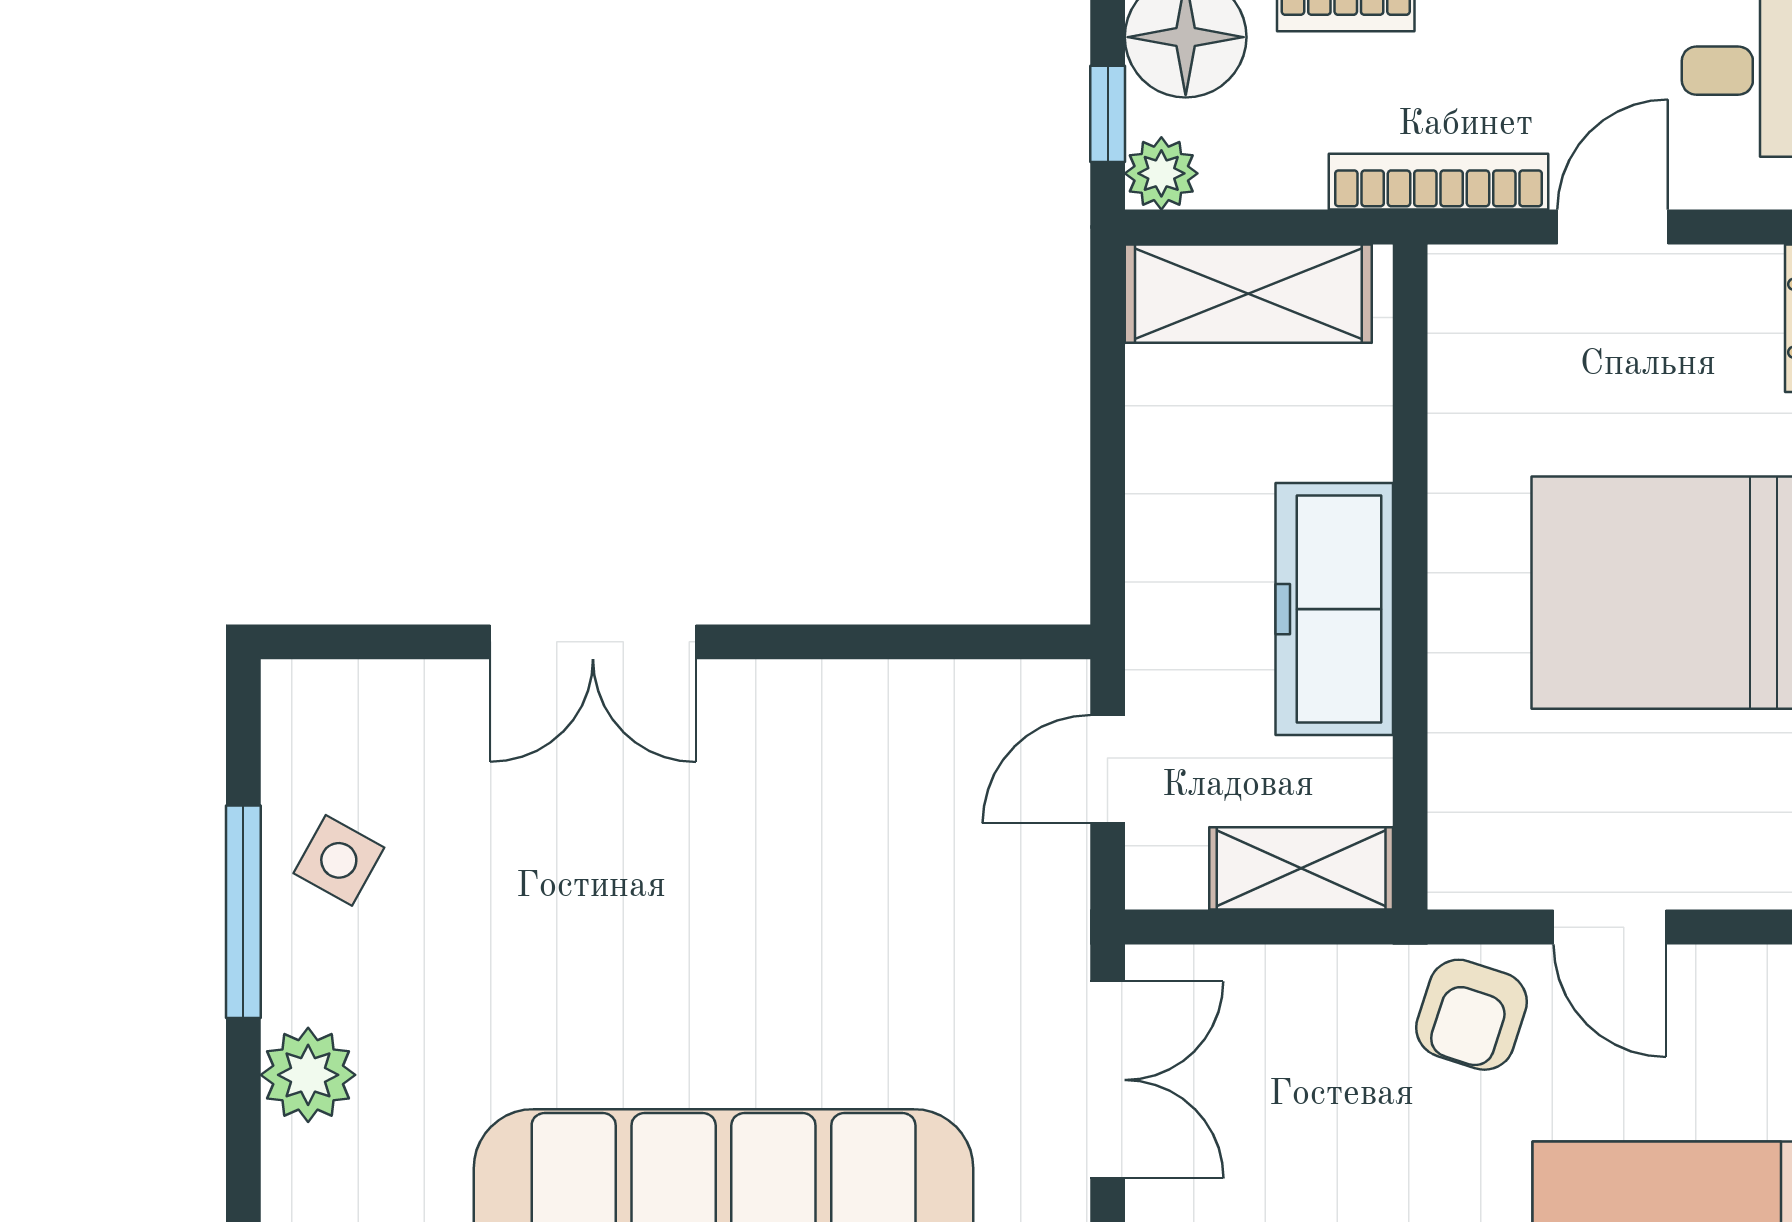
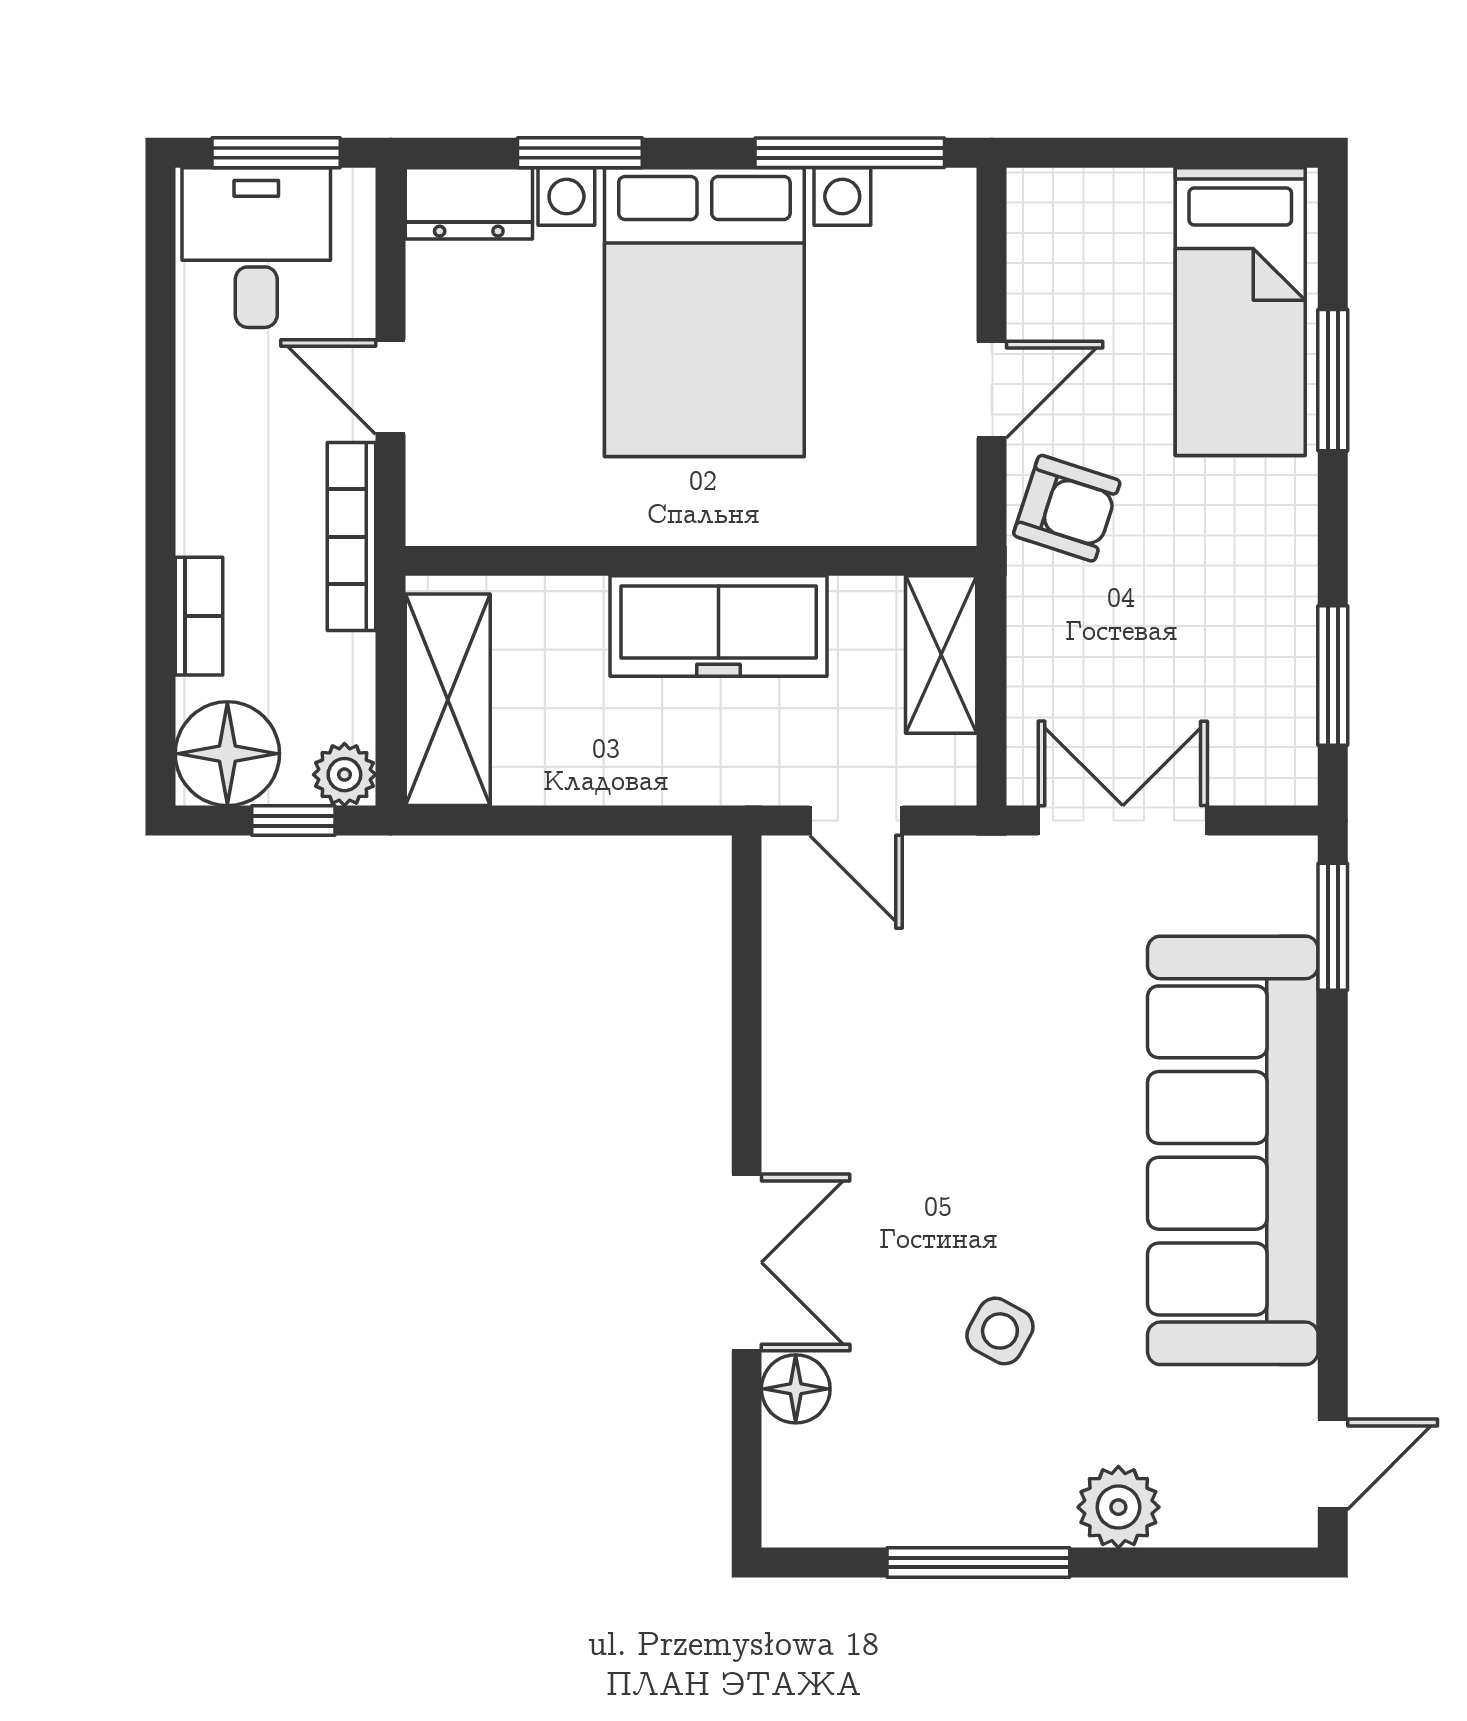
floor lamp: (446, 699) -> (796, 1389), added
side table: (339, 860) -> (1000, 1331), moved

